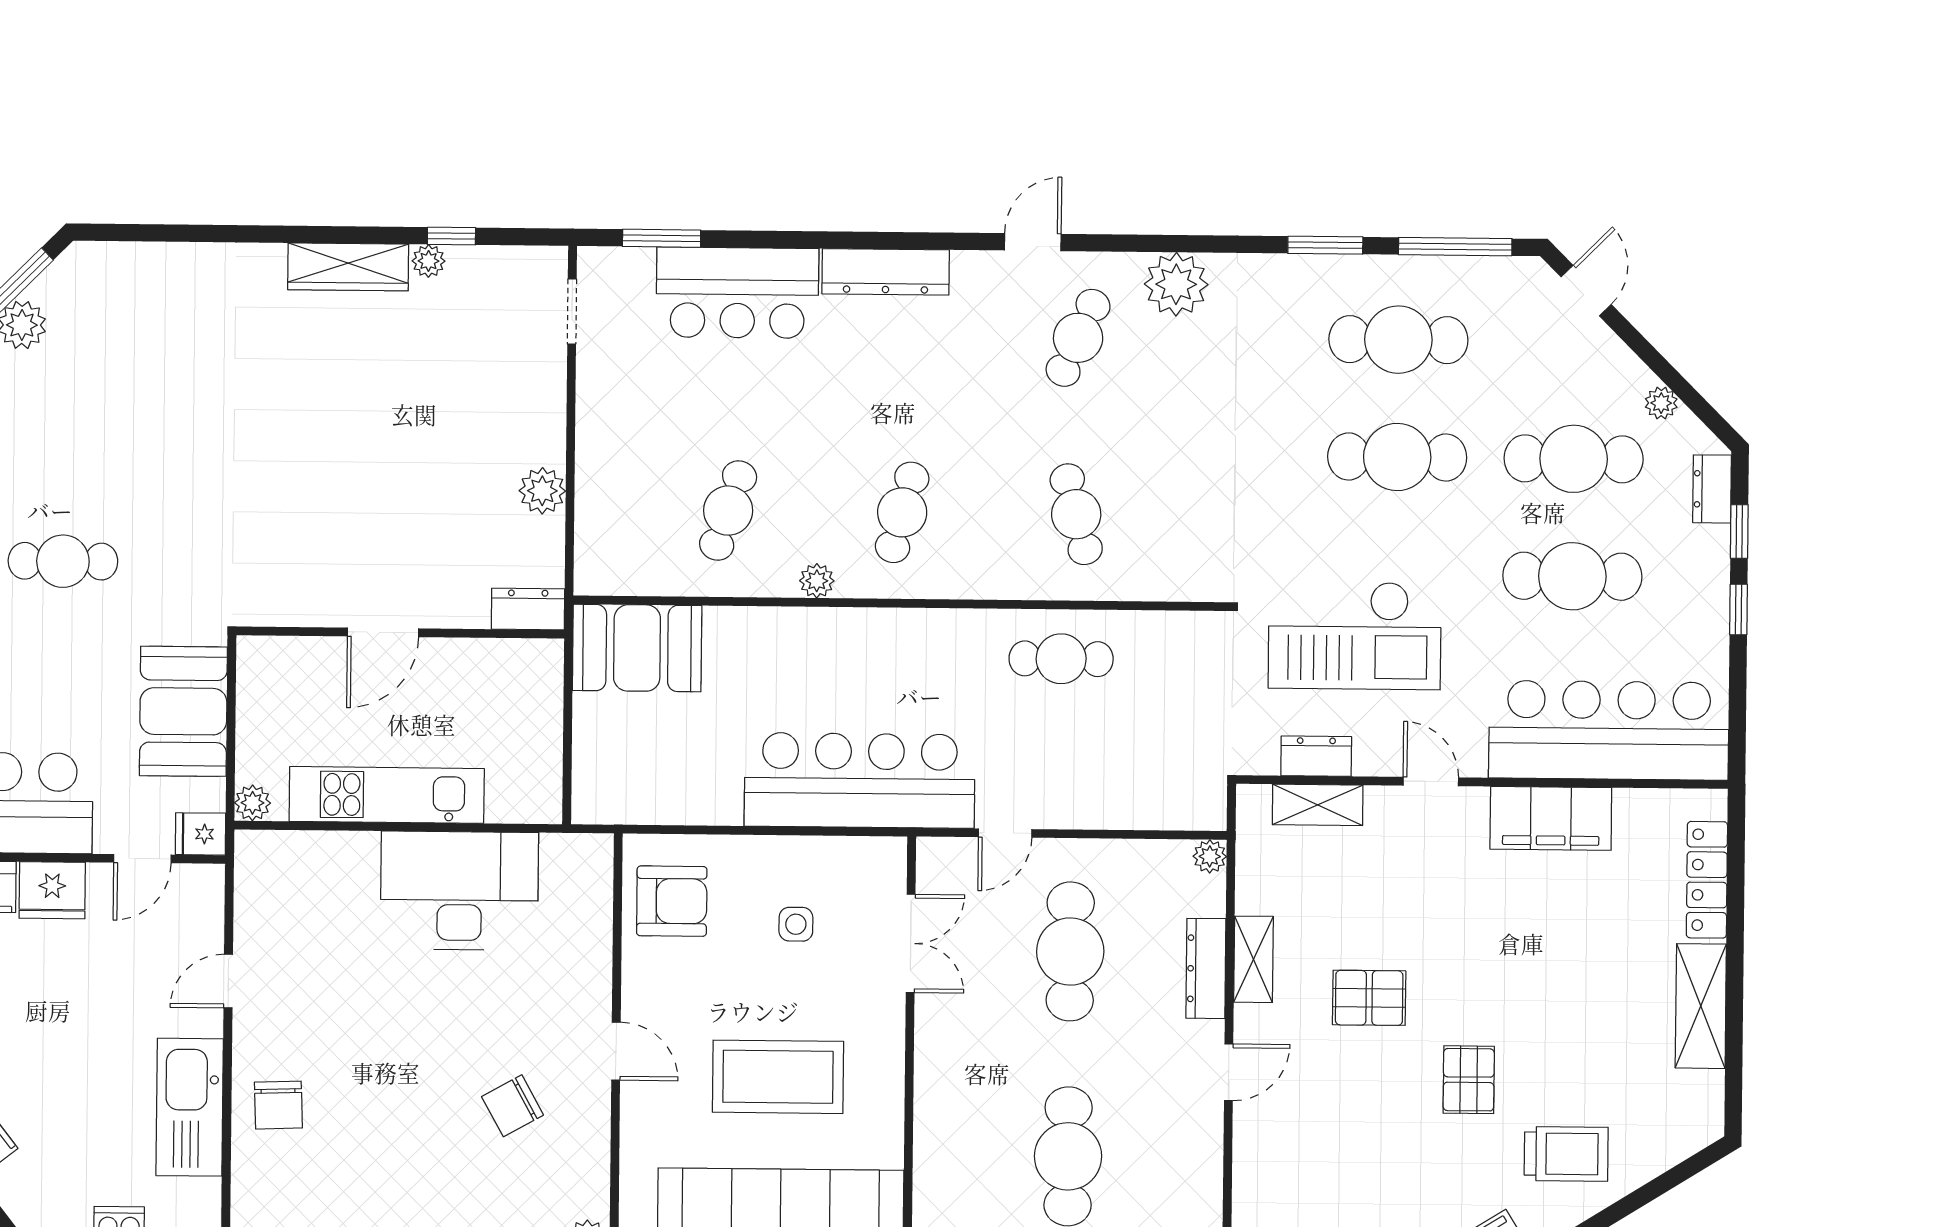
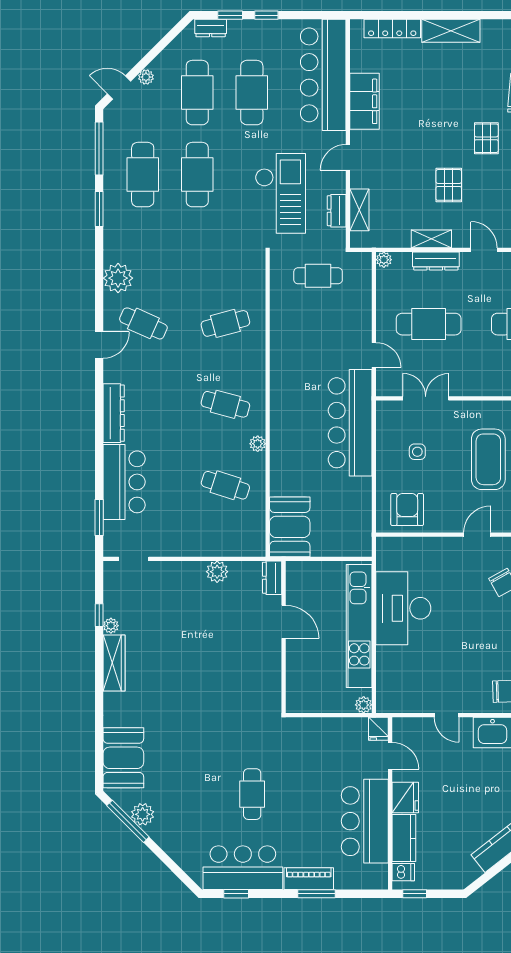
door: (1033, 242) -> (99, 345), swing flipped
plant: (1661, 403) -> (146, 77), moved
door: (383, 632) -> (284, 622), moved
cafe table: (1061, 659) -> (318, 276), moved, turned 90
booth: (183, 711) -> (123, 758), moved, turned 90
kitchen unit: (387, 795) -> (359, 626), width x1.36
pallet: (1469, 1080) -> (486, 138), turned 90

